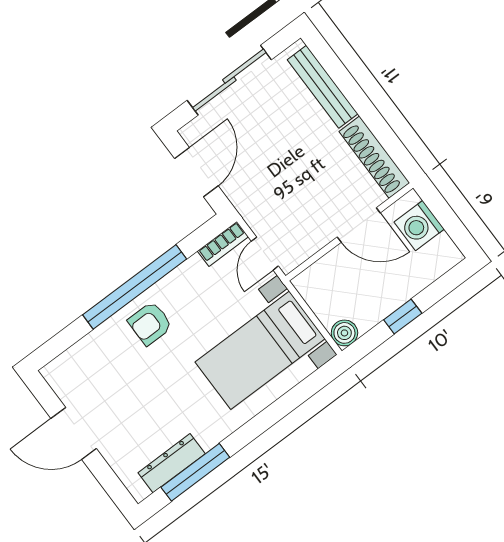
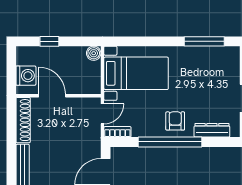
window: (403, 317) -> (49, 41), moved
armchair: (150, 323) -> (175, 121), turned -90
dresser: (172, 463) -> (212, 130), moved, turned 180

